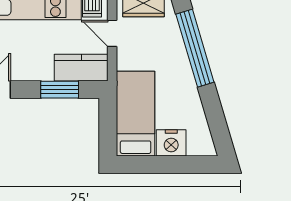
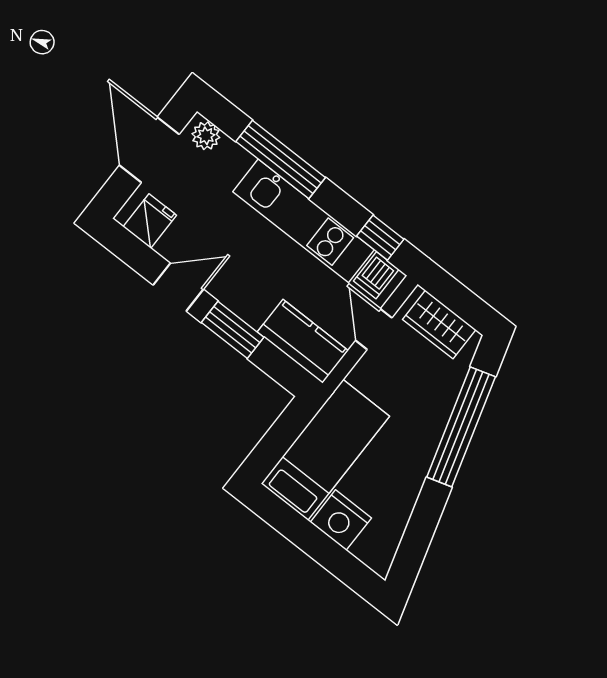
window: (60, 90) -> (233, 330), moved

